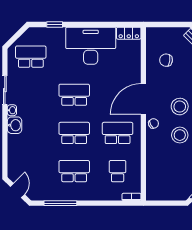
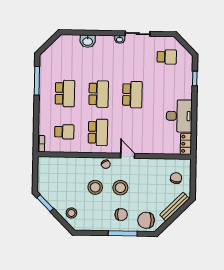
desk: (91, 46) -> (179, 116), width x0.73, depth x0.77
school desk: (31, 57) -> (167, 57), width x0.54
chair: (166, 60) -> (176, 178), moved
door: (143, 99) -> (128, 156), width x0.53
washbasin: (15, 125) -> (88, 41), moved
door: (17, 191) -> (49, 43), removed

